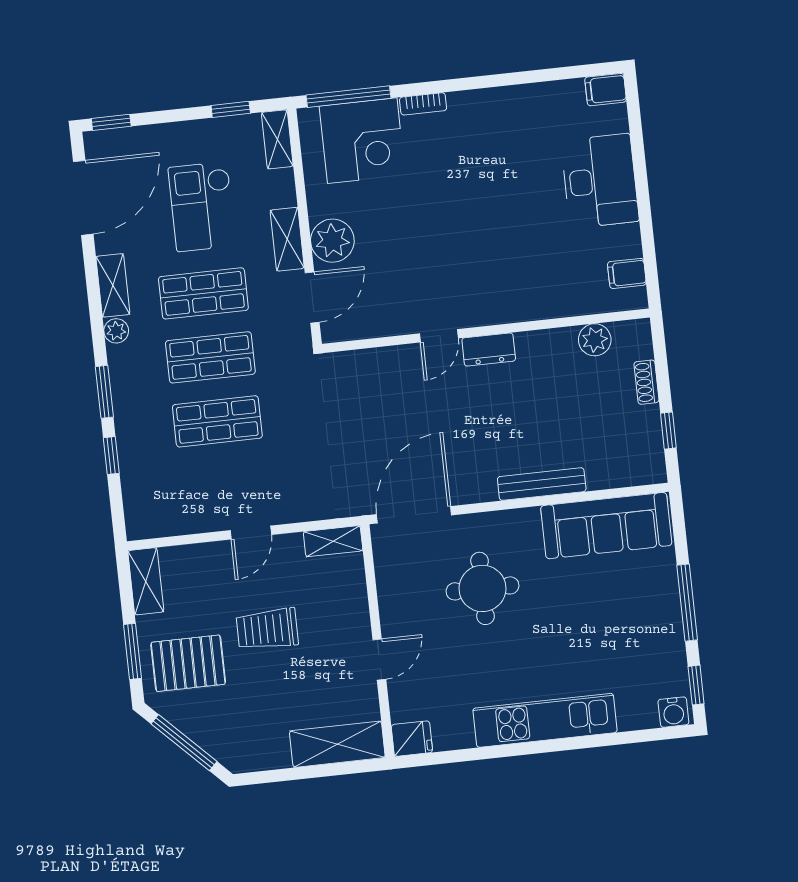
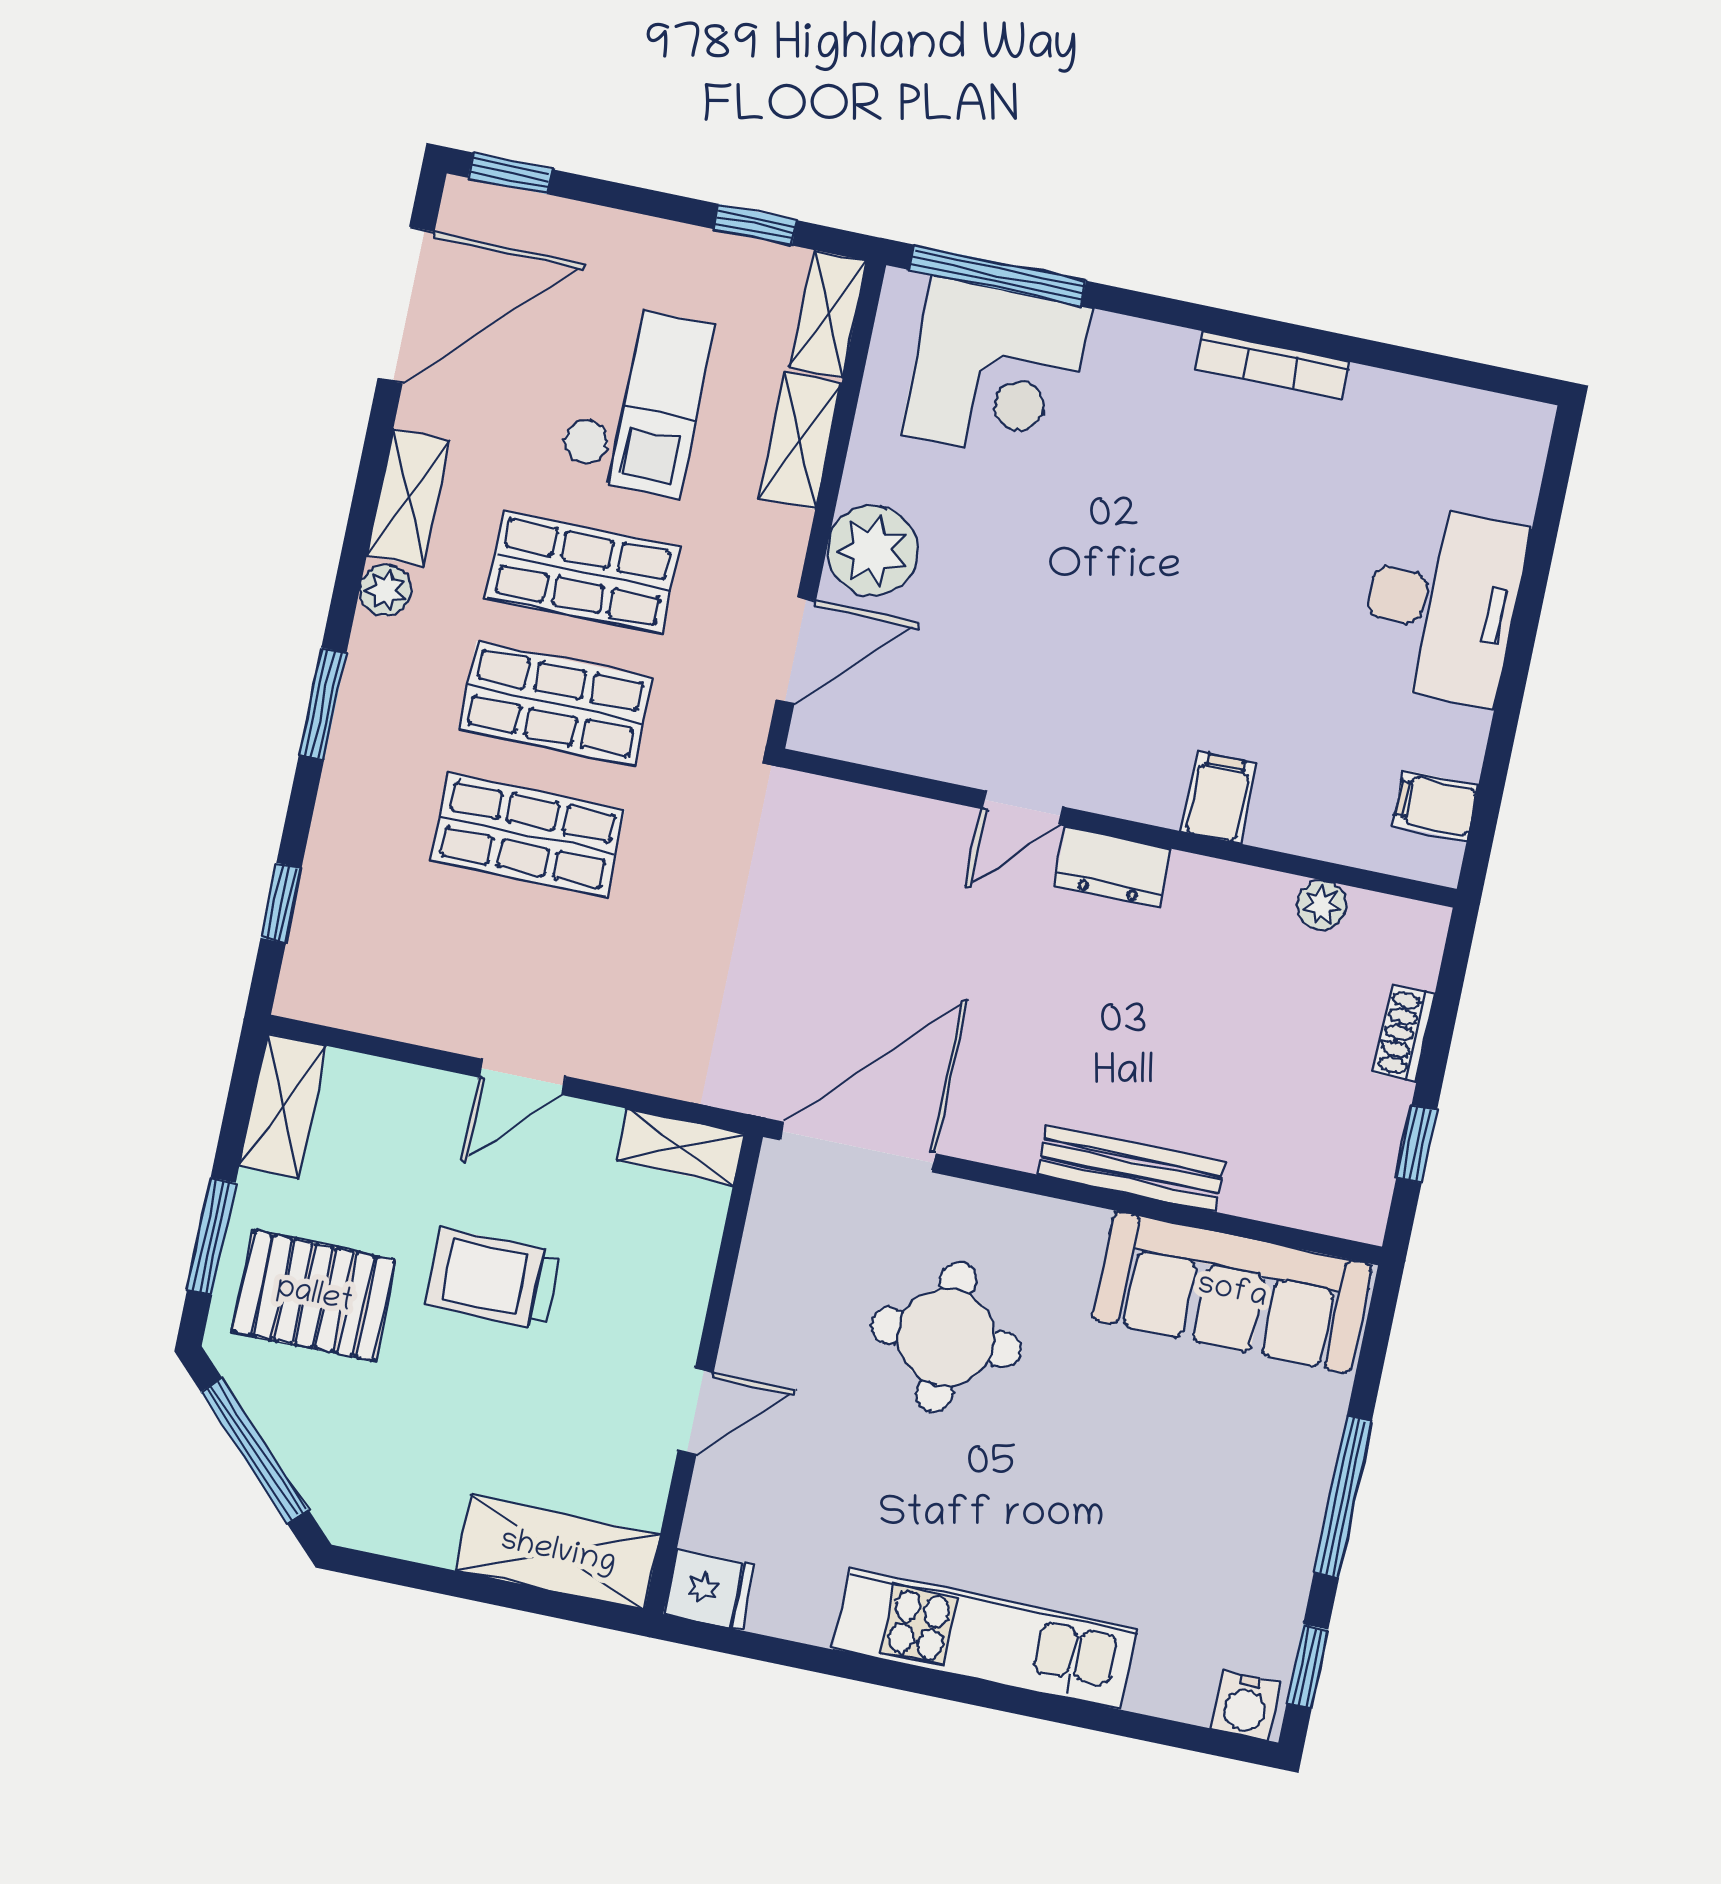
filing cabinet: (606, 90) -> (1219, 798), moved, turned 90
bookcase: (423, 104) -> (1272, 365), moved, width x1.56
checkout: (202, 207) -> (636, 399), turned 180
shelving: (287, 239) -> (800, 441), moved
plant: (595, 340) -> (1322, 905), width x0.73, depth x0.73
window: (111, 456) -> (281, 903), moved

